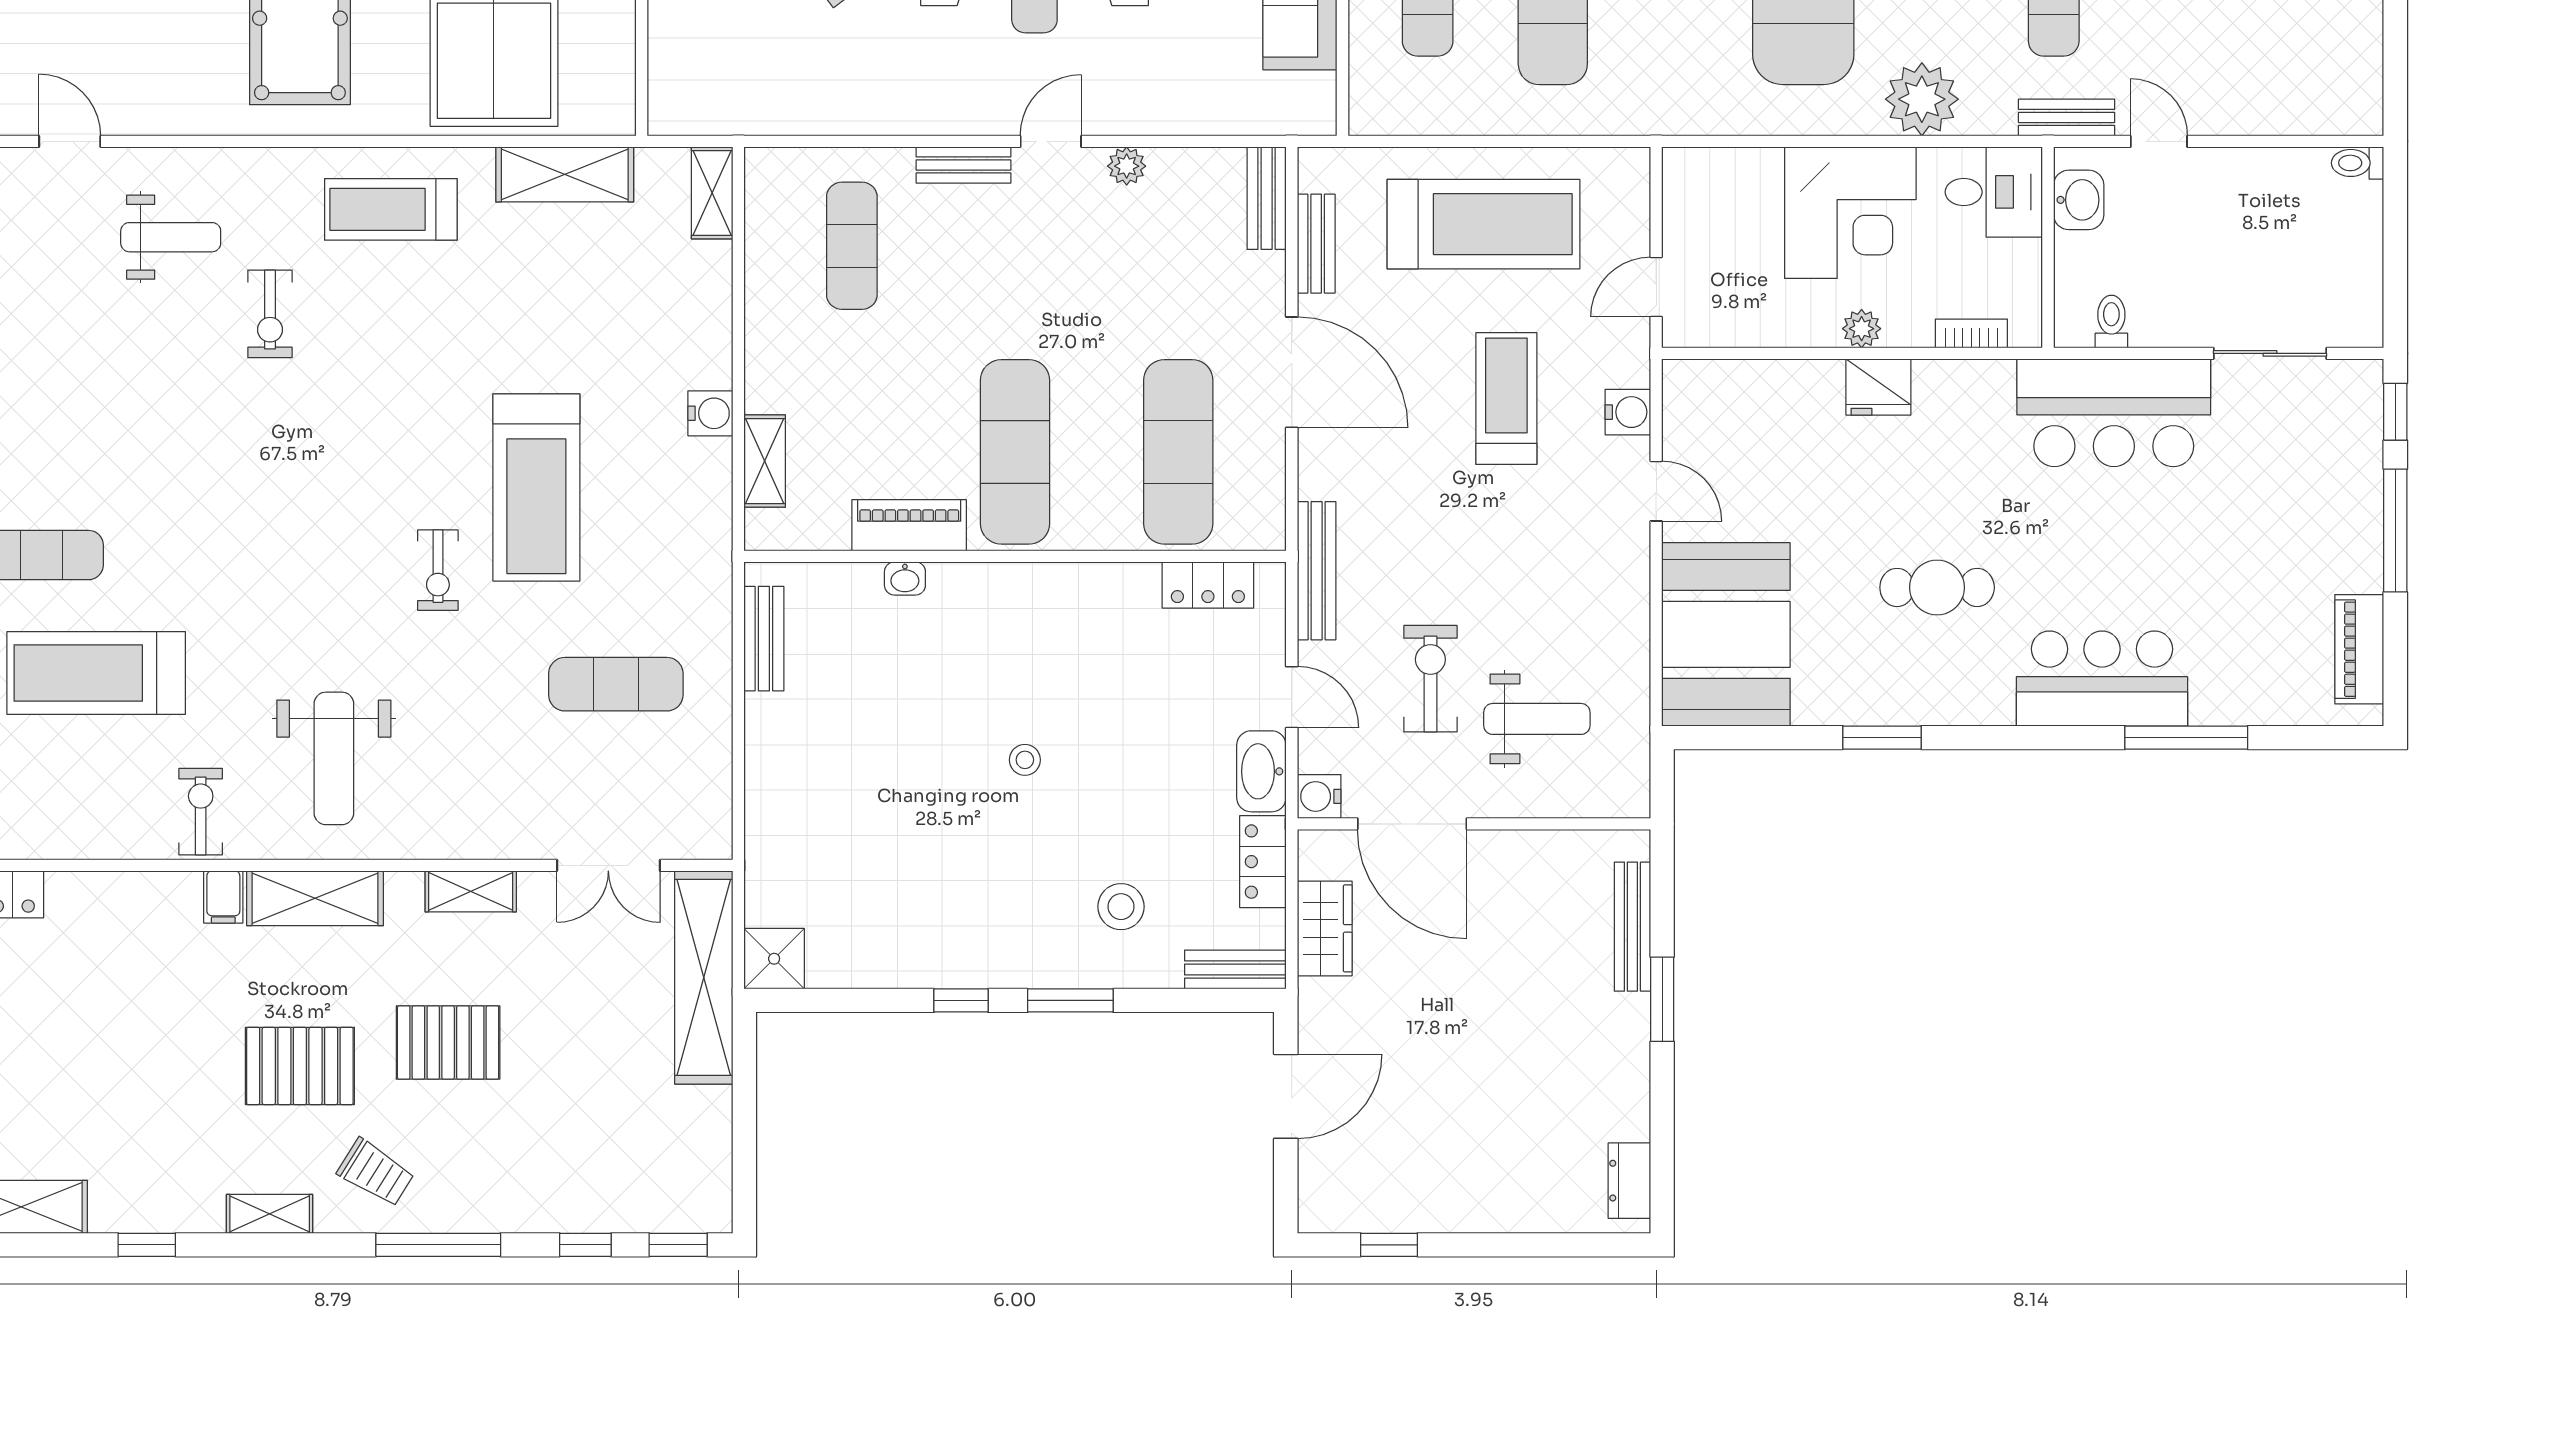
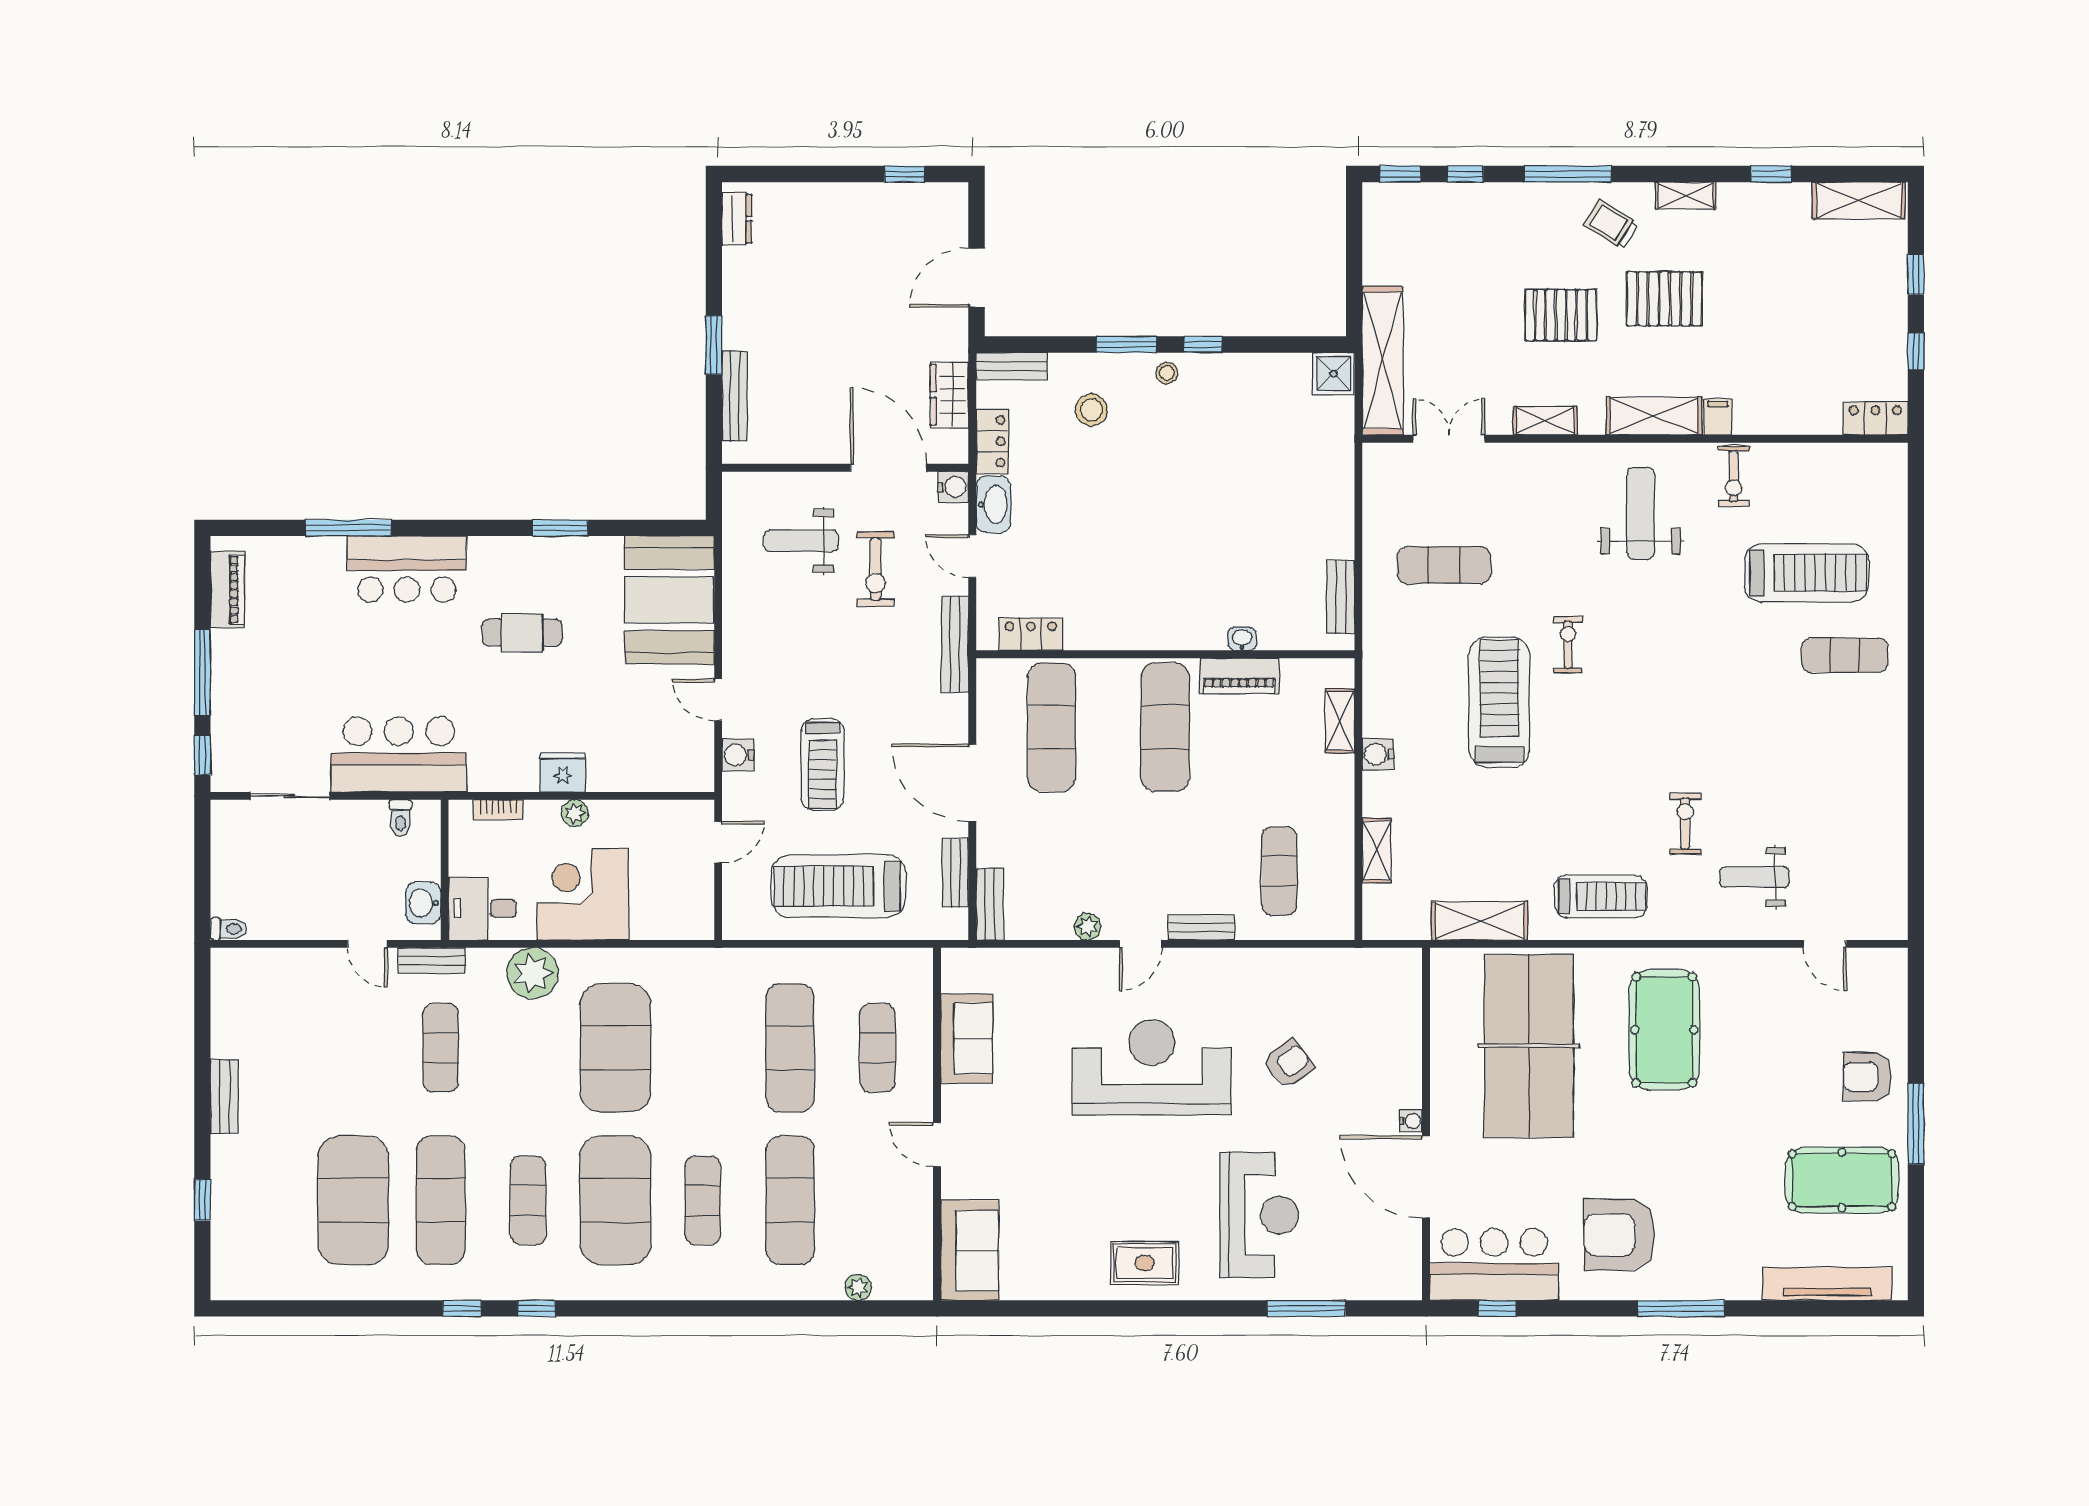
shelving: (712, 193) -> (1377, 851), moved
stool: (1025, 760) -> (1167, 373), moved

